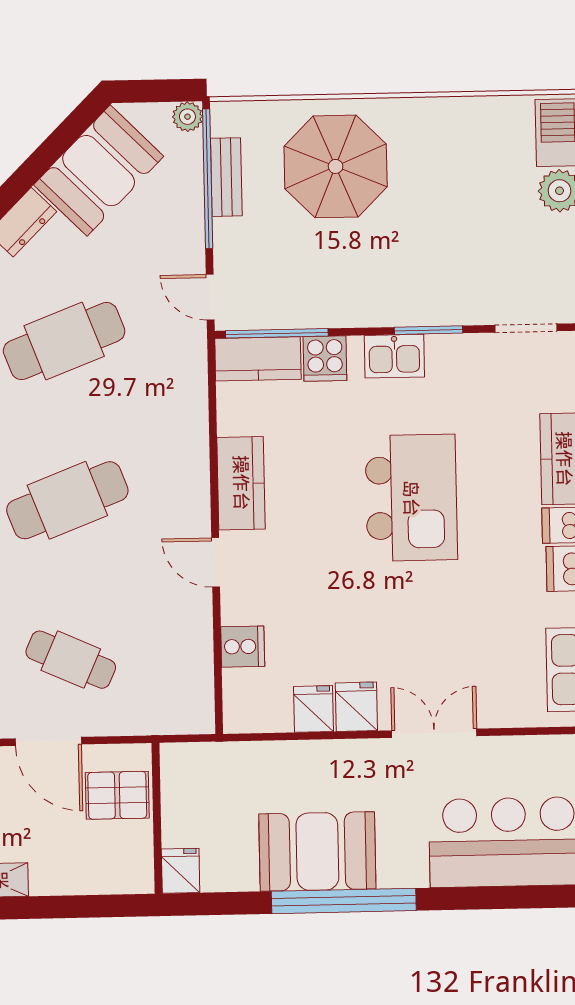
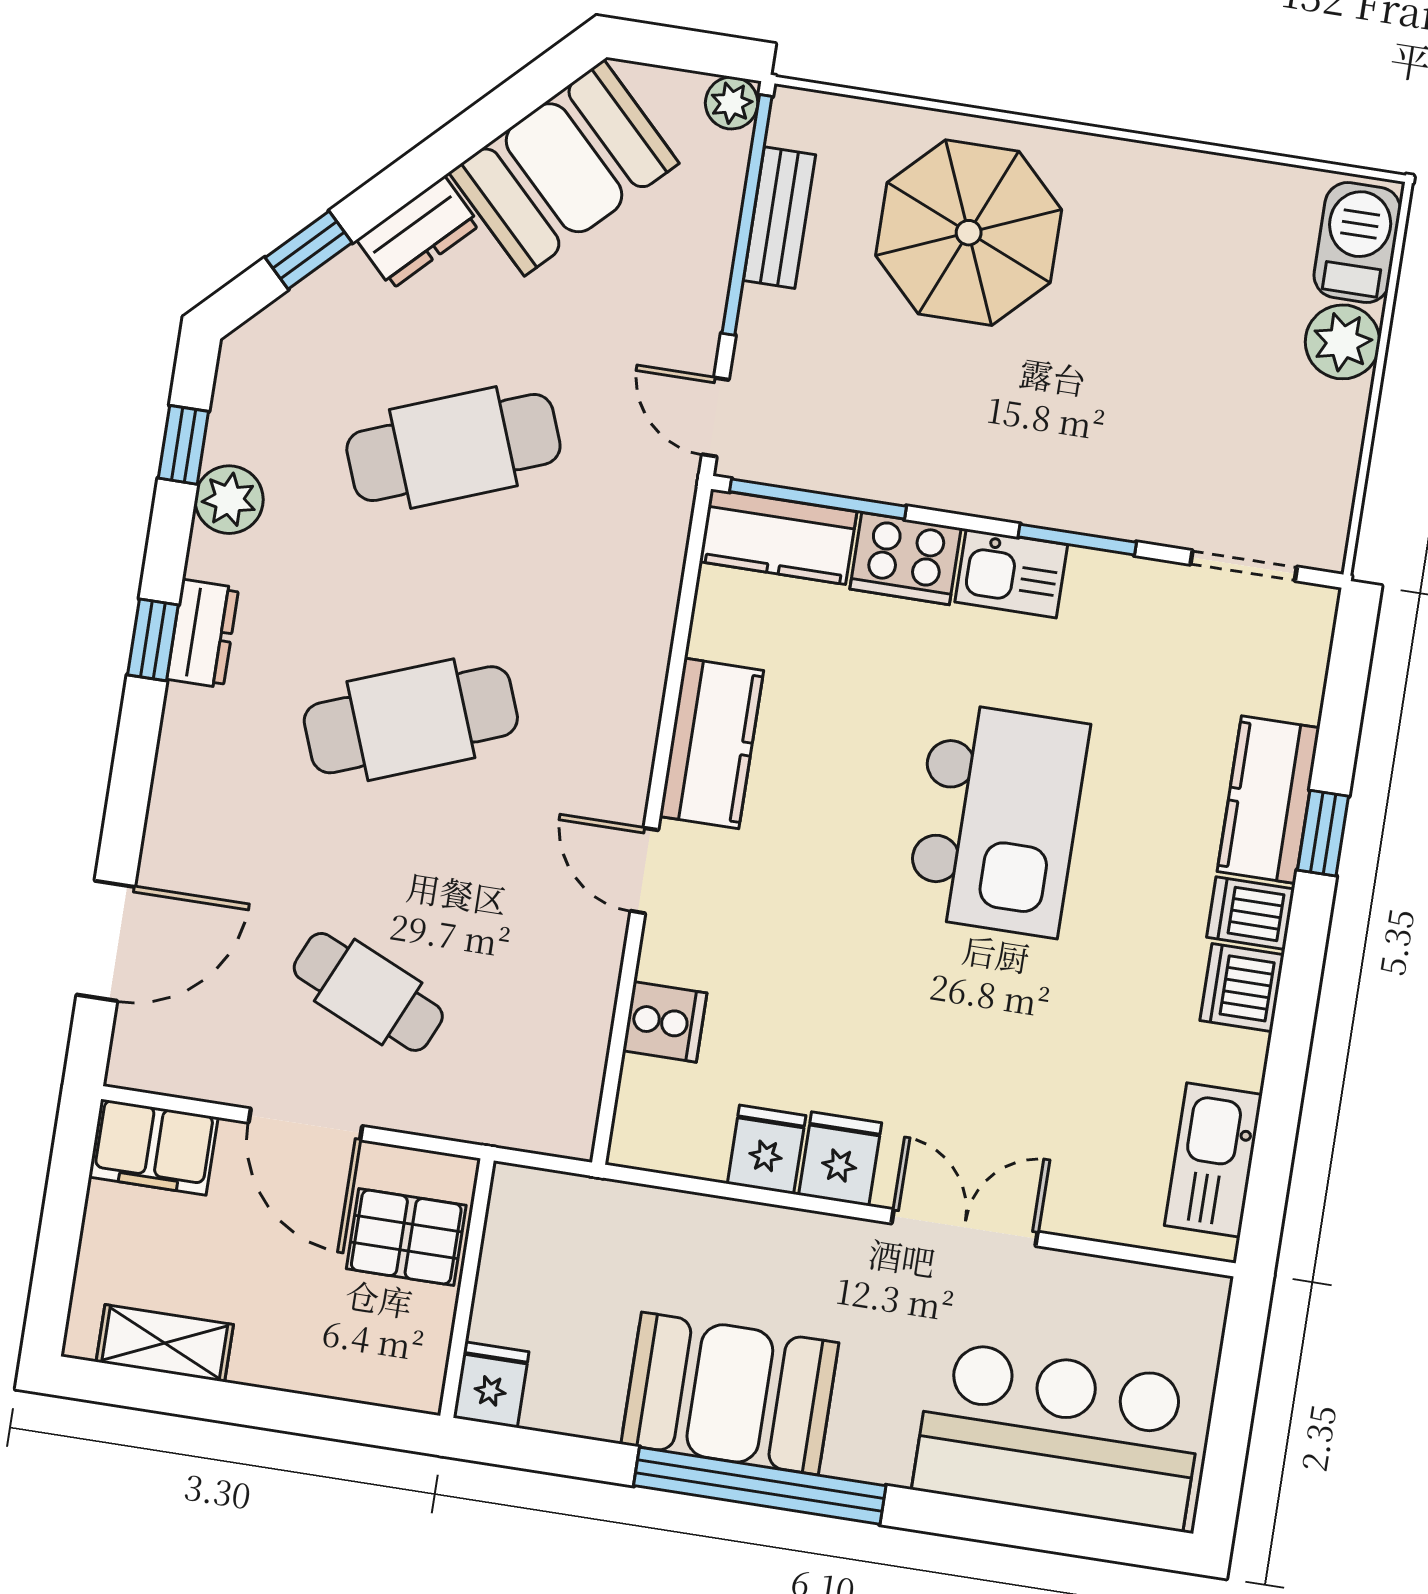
cooker: (325, 359) -> (906, 559), width x1.36

